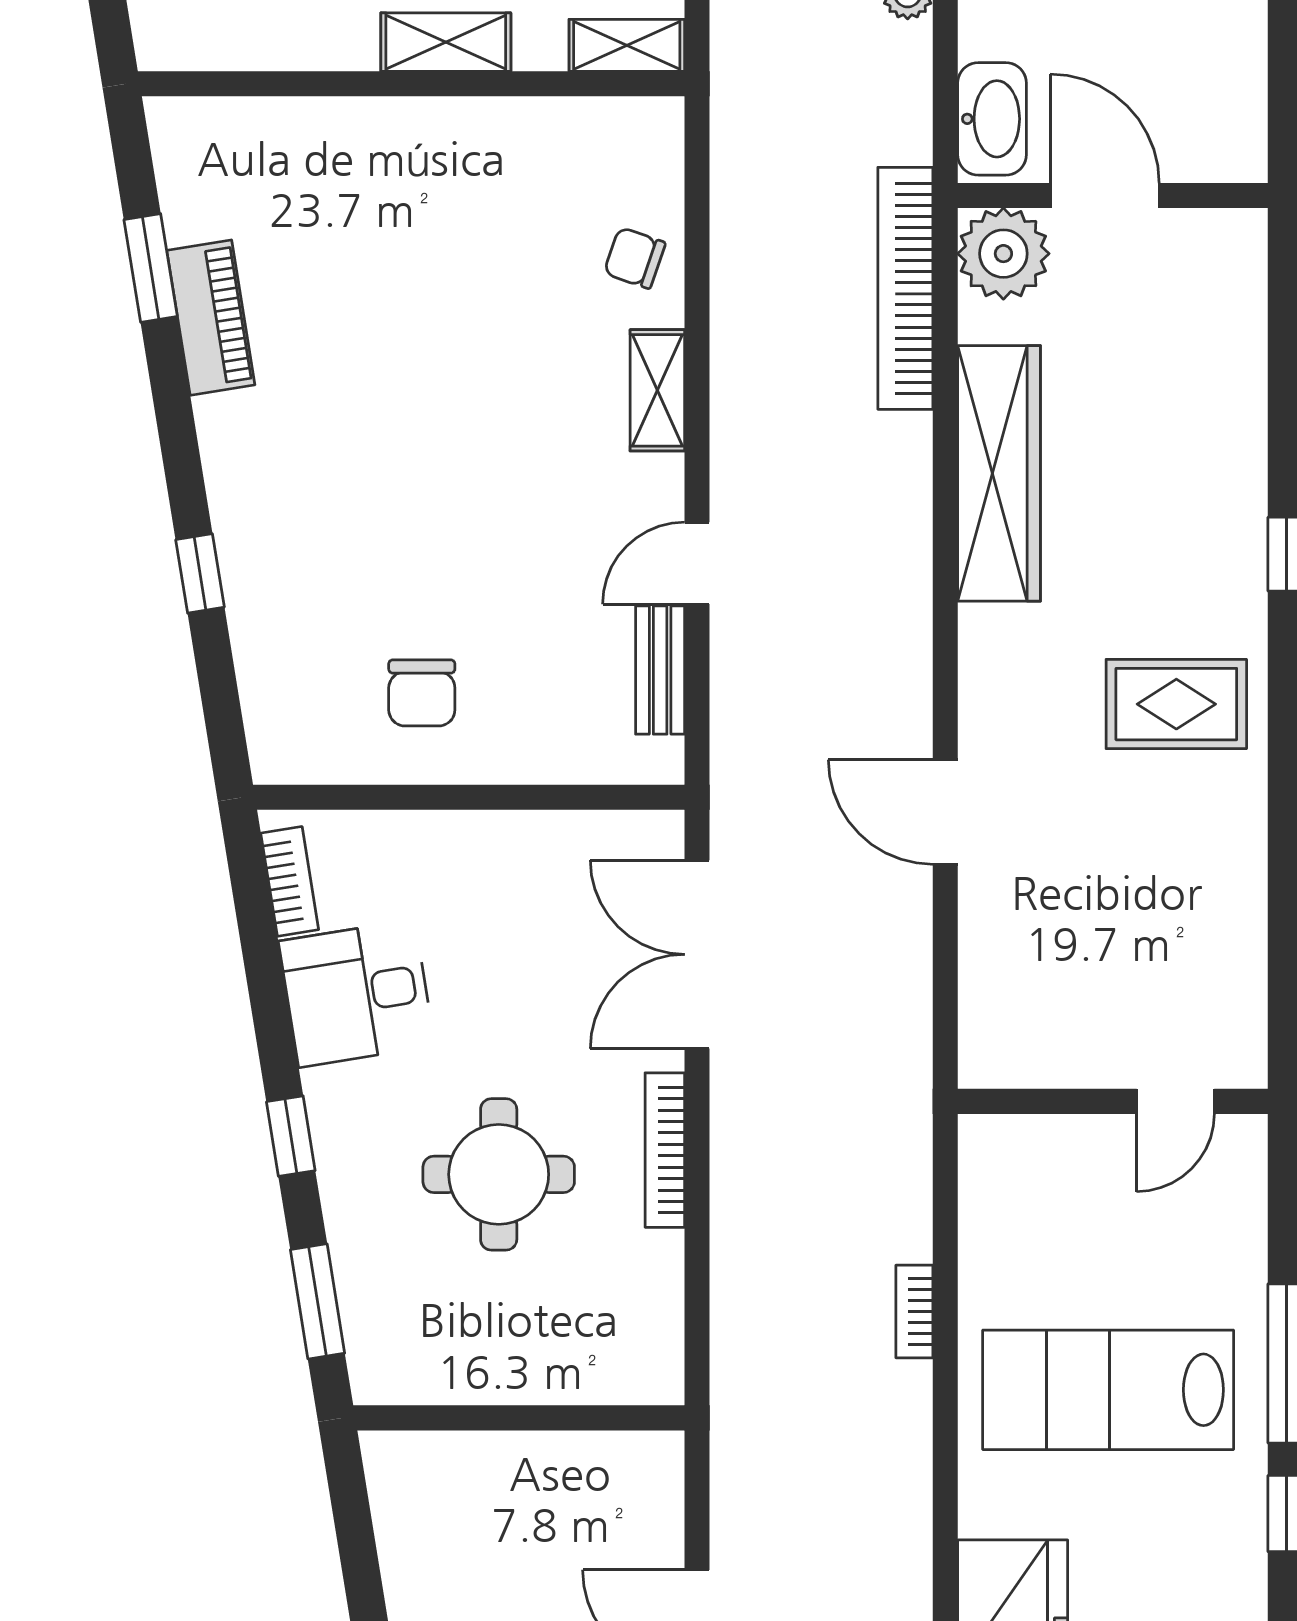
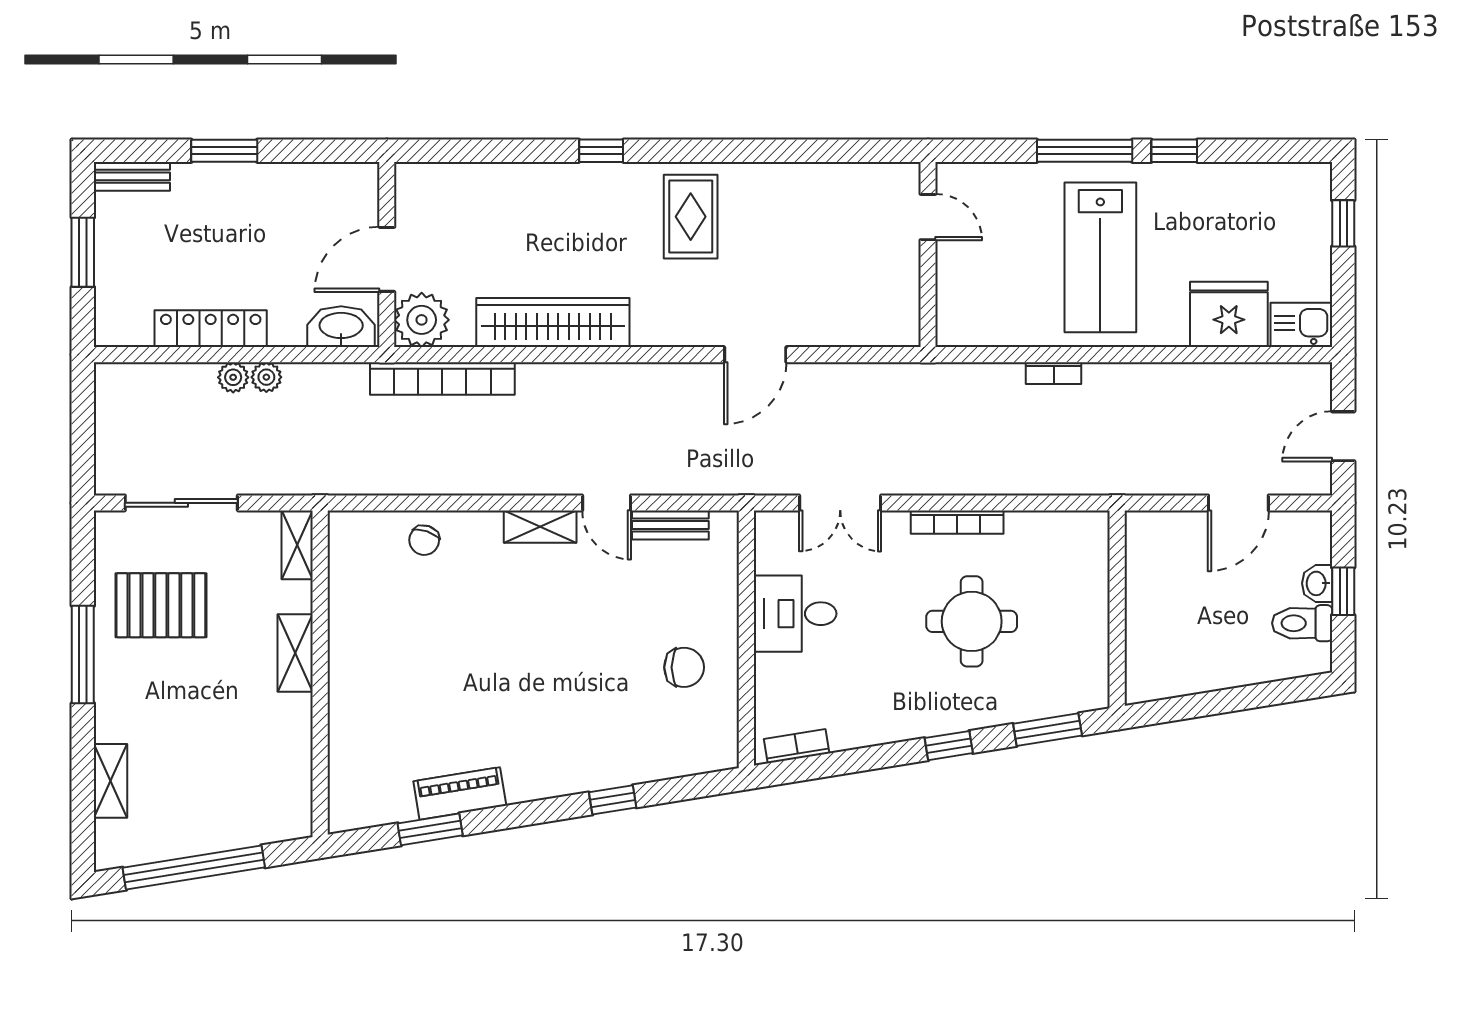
shelving: (657, 390) -> (540, 527), moved
double door: (697, 954) -> (840, 503), width x0.73
desk: (357, 993) -> (795, 614), moved, turned 99

